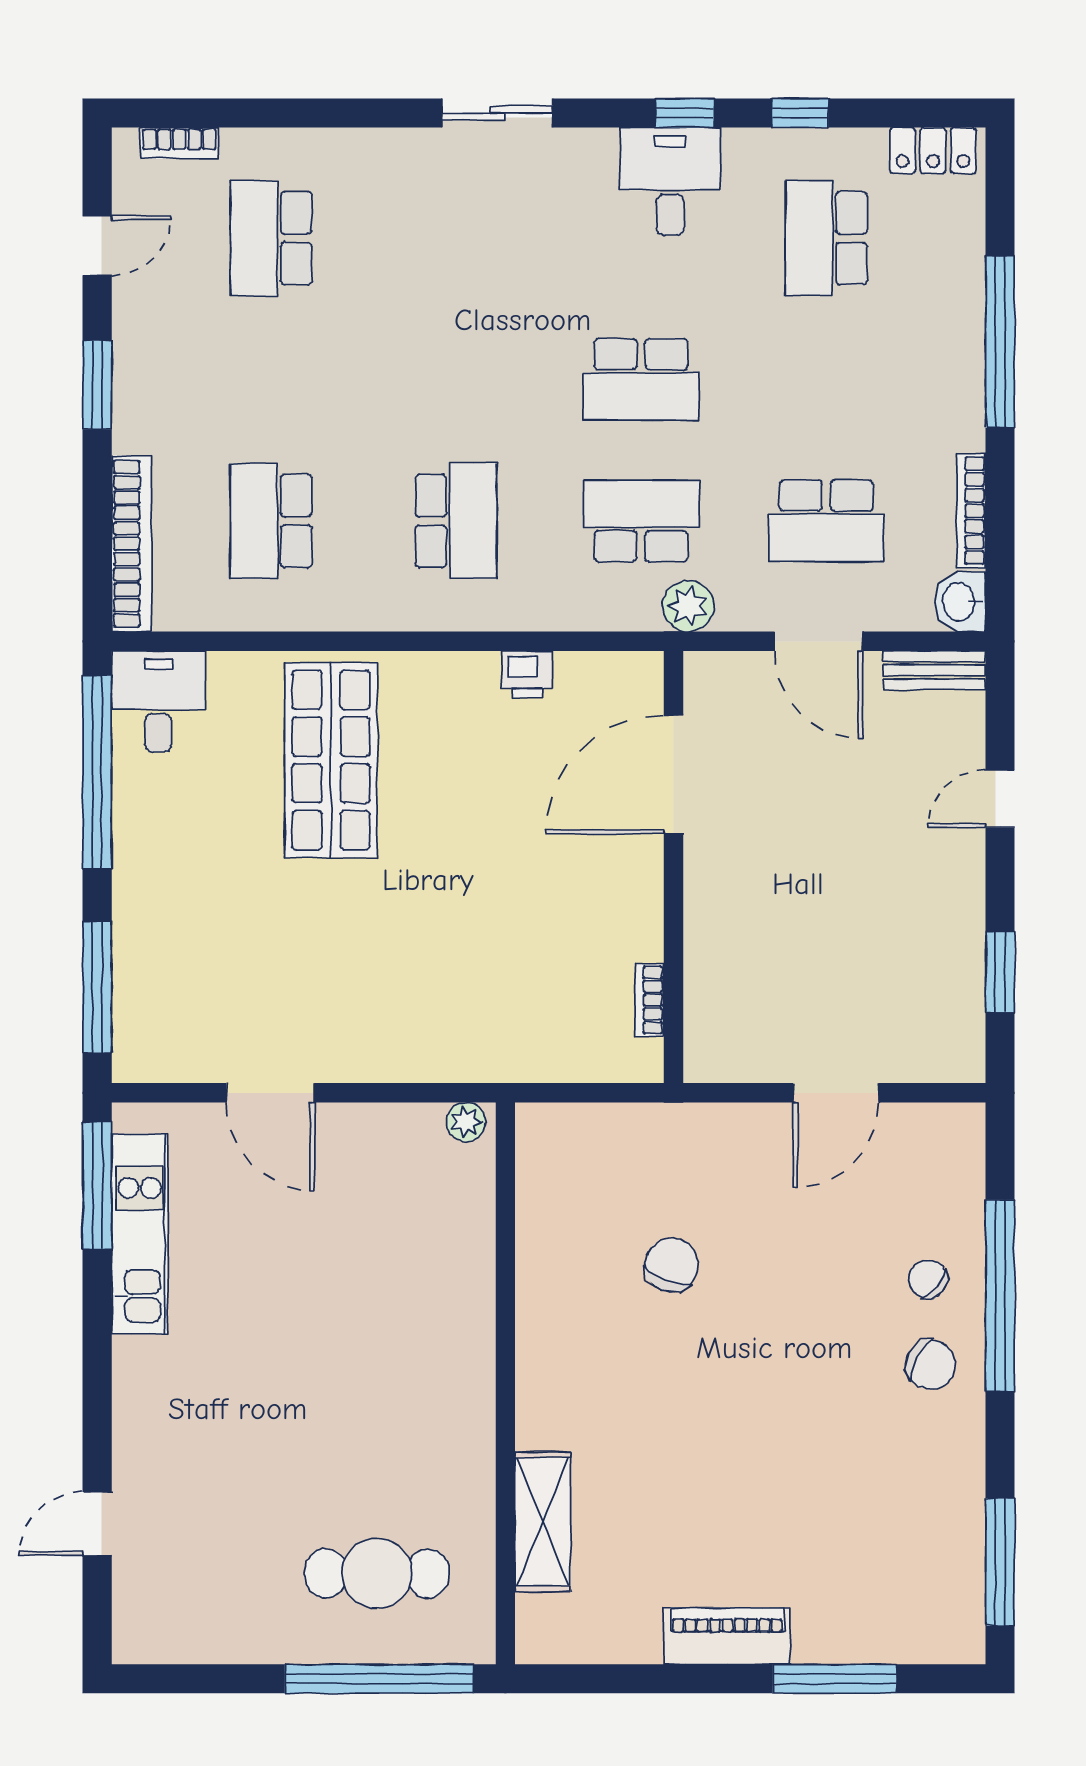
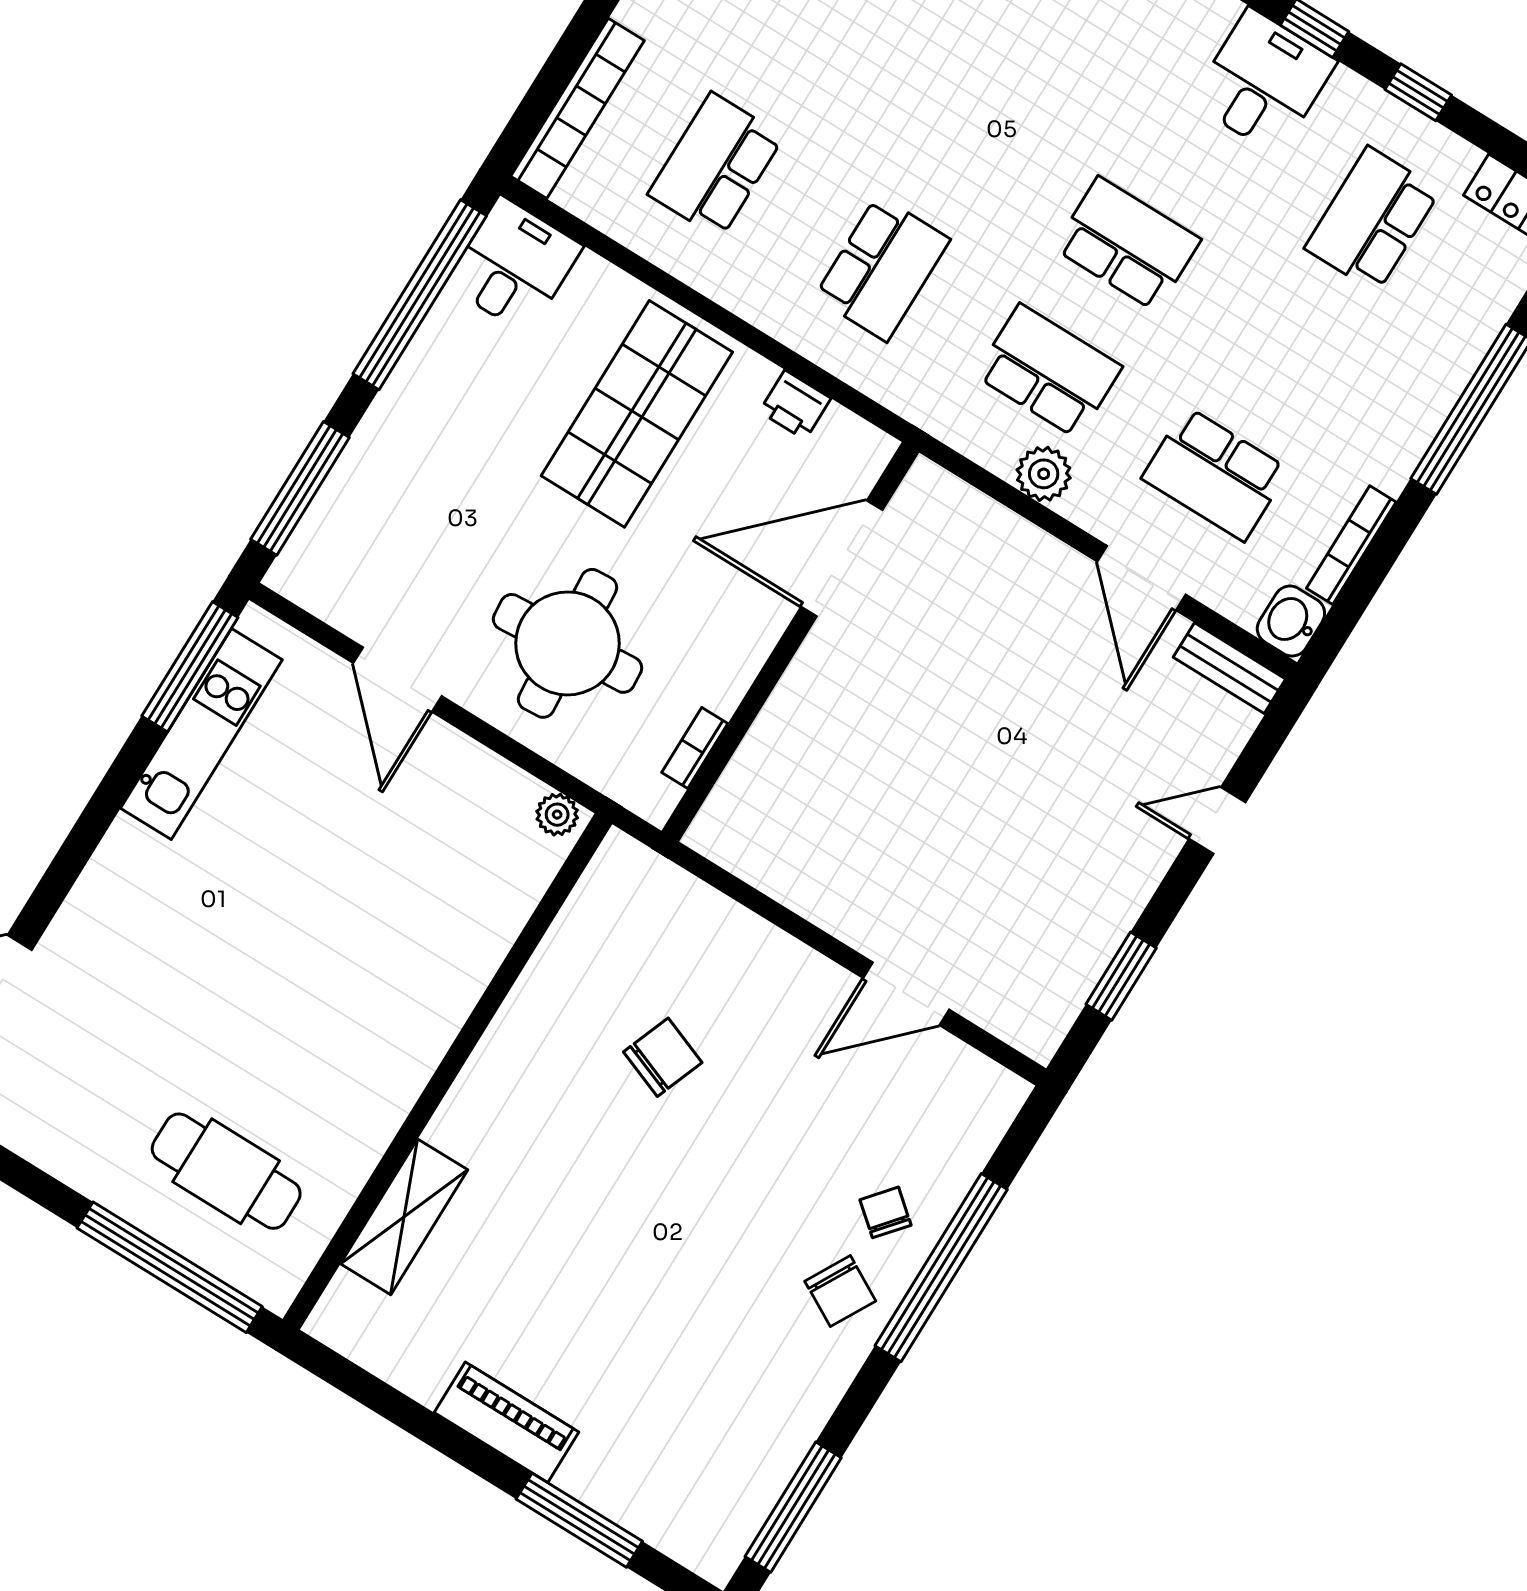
school desk: (641, 380) -> (1127, 244), turned 180
printer: (527, 674) -> (795, 405), moved
door: (673, 775) -> (842, 559), moved
wall: (673, 867) -> (790, 642), moved
round table: (389, 979) -> (568, 643), added
bookcase: (649, 1000) -> (695, 748), moved

